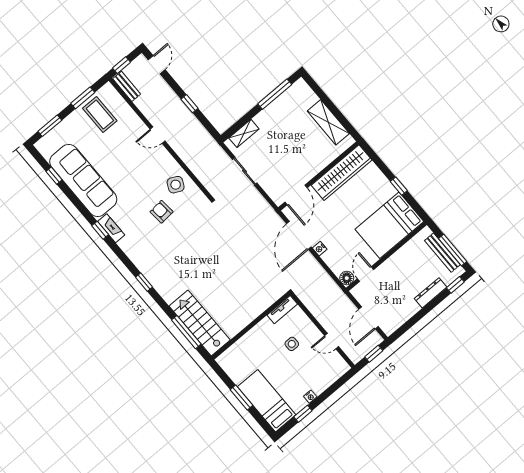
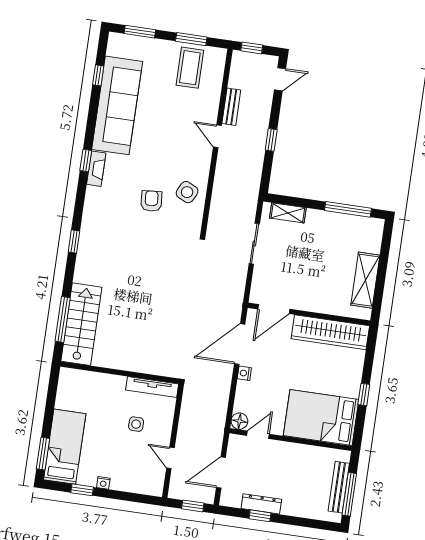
bench: (127, 86) -> (231, 107), moved
window: (455, 285) -> (260, 516), moved
dresser: (431, 293) -> (261, 504), moved
tv unit: (282, 310) -> (152, 387), width x1.41
window: (242, 398) -> (43, 454), moved

